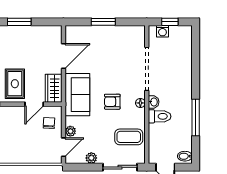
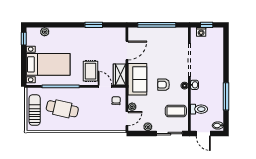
window: (103, 22) -> (157, 25), width x2.11
door: (34, 104) -> (105, 86), swing flipped
toilet: (160, 116) -> (199, 109), moved

